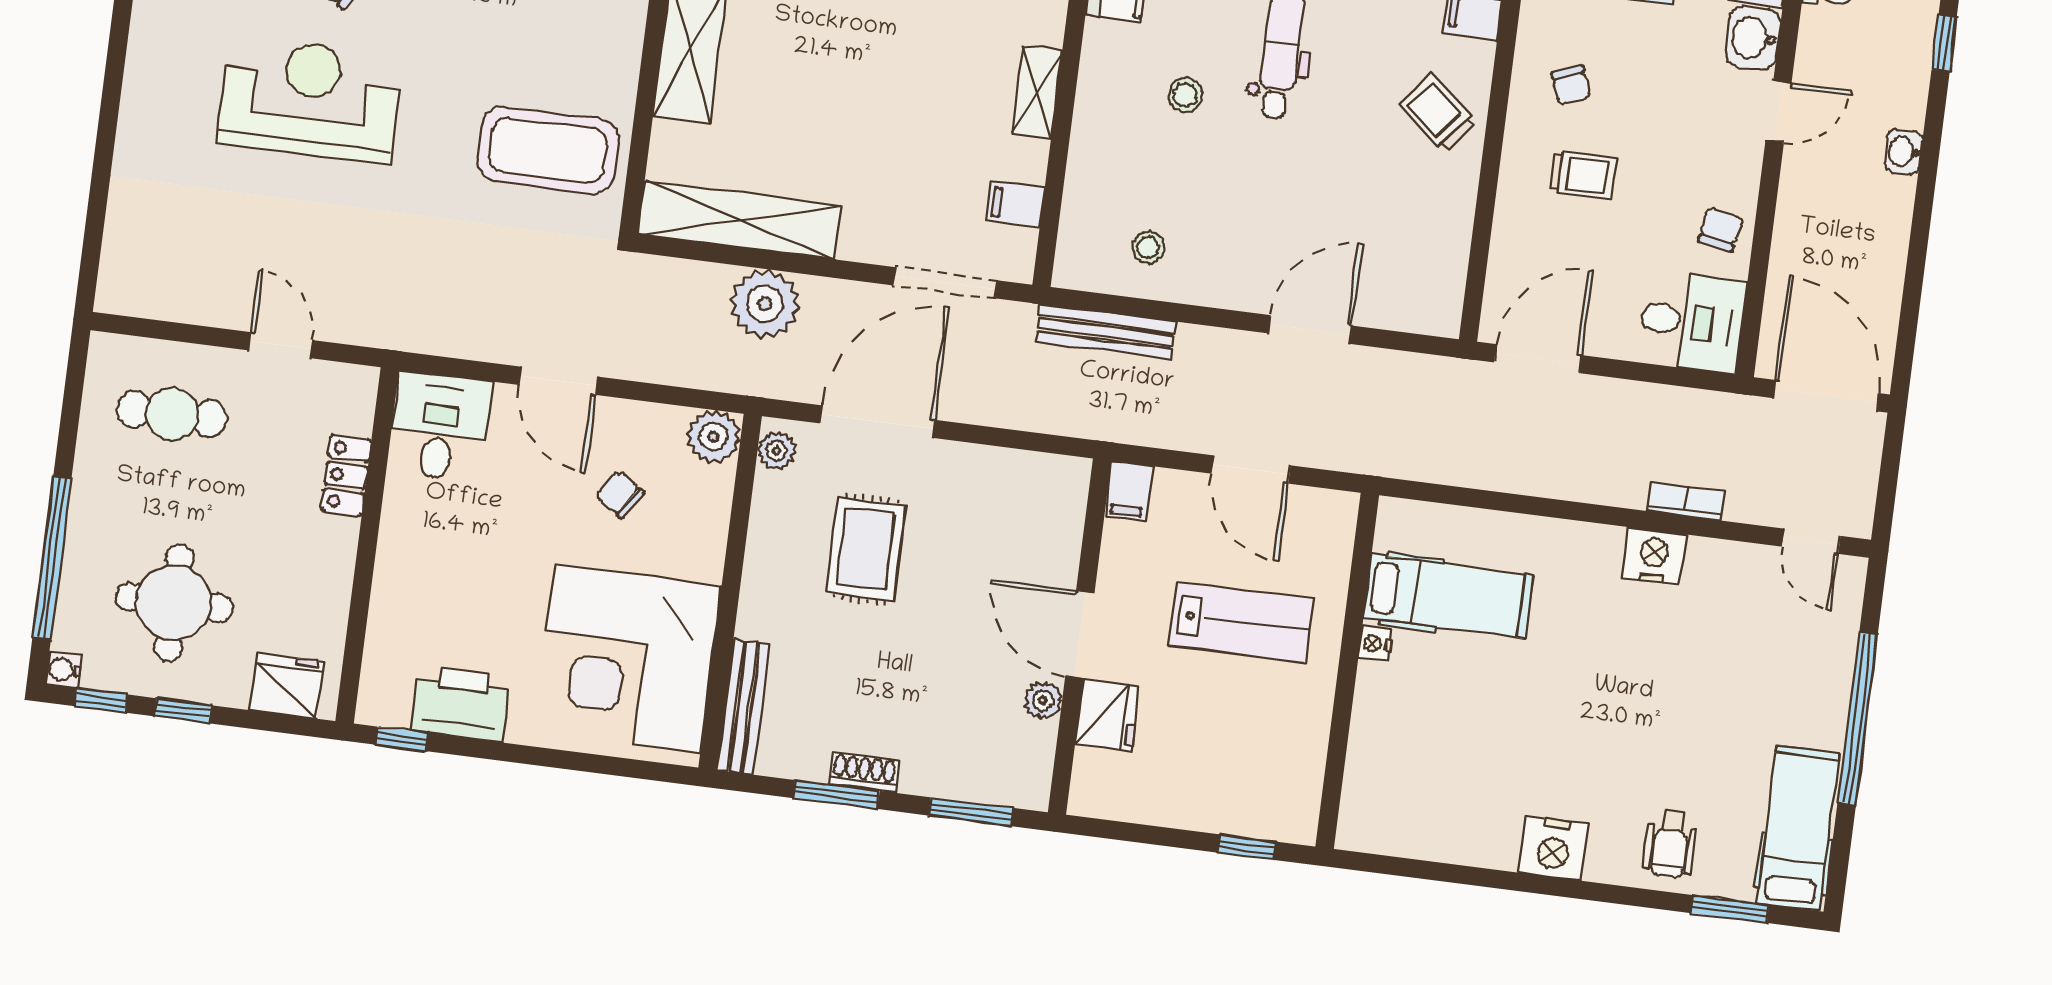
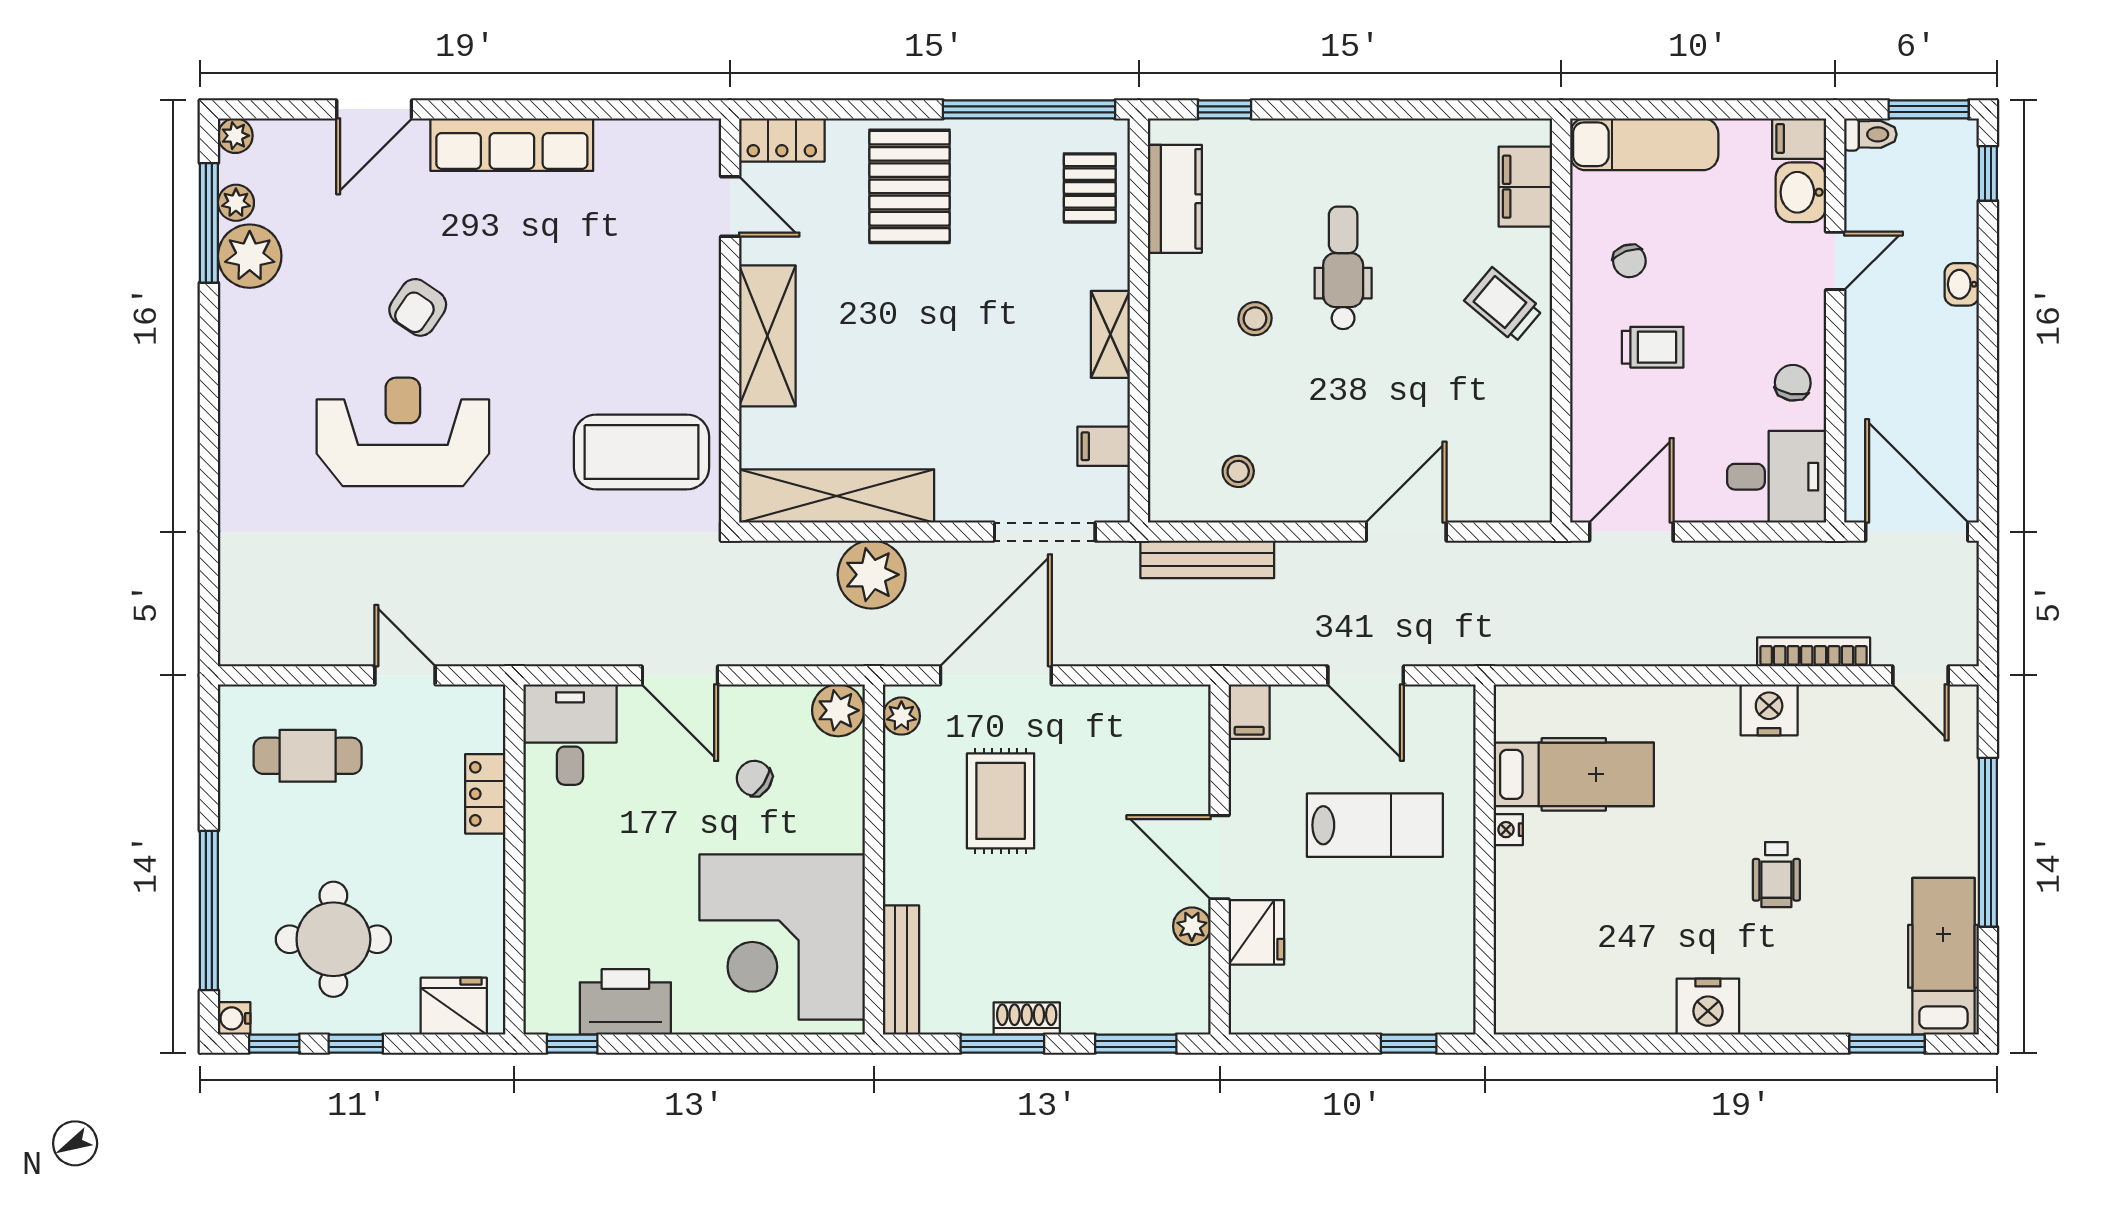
bookcase: (1686, 501) -> (1814, 652), width x1.56
wheelchair: (1670, 843) -> (1776, 875), moved

